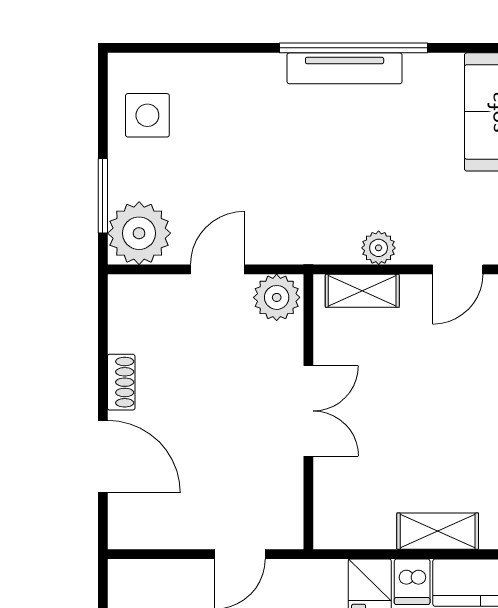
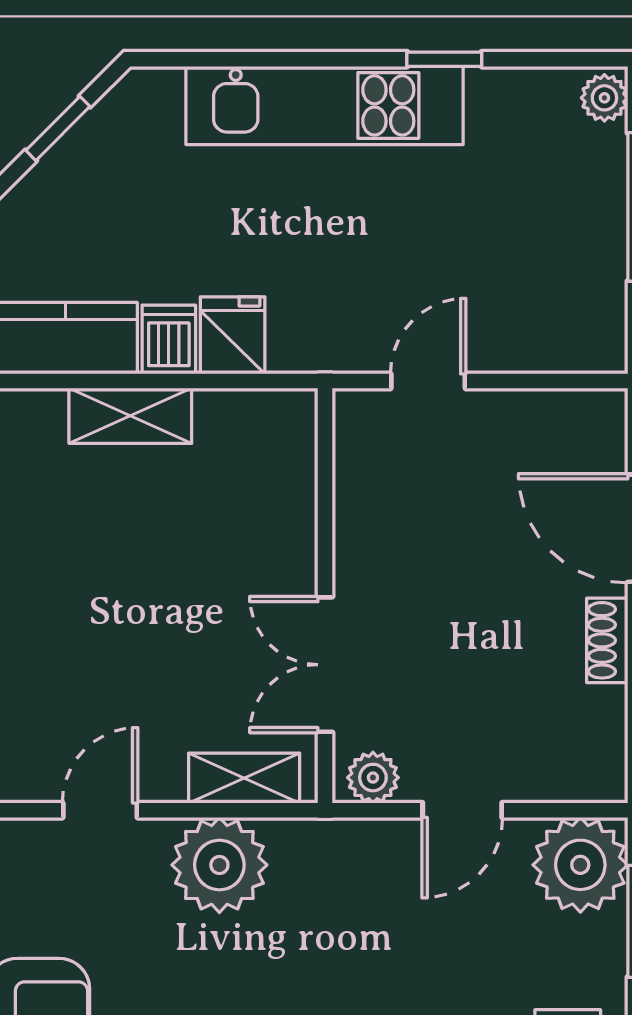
plant: (379, 248) -> (219, 865), width x1.88, depth x1.88
plant: (277, 297) -> (373, 778), width x0.73, depth x0.73
double door: (308, 411) -> (325, 665), moved

